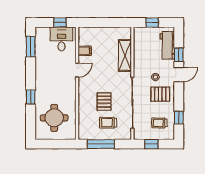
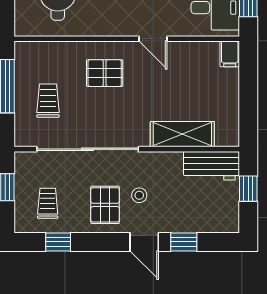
workbench: (167, 45) -> (212, 166), moved, turned 180
filing cabinet: (85, 51) -> (230, 54), moved
pallet: (104, 102) -> (105, 73), moved

